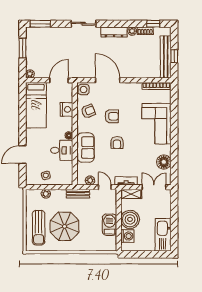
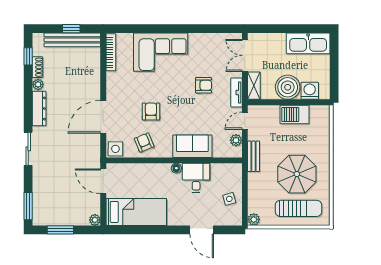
nightstand: (67, 109) -> (142, 171), removed
armchair: (117, 143) -> (204, 85), moved
floor lamp: (164, 162) -> (211, 42), removed
plant: (46, 194) -> (254, 219), moved

